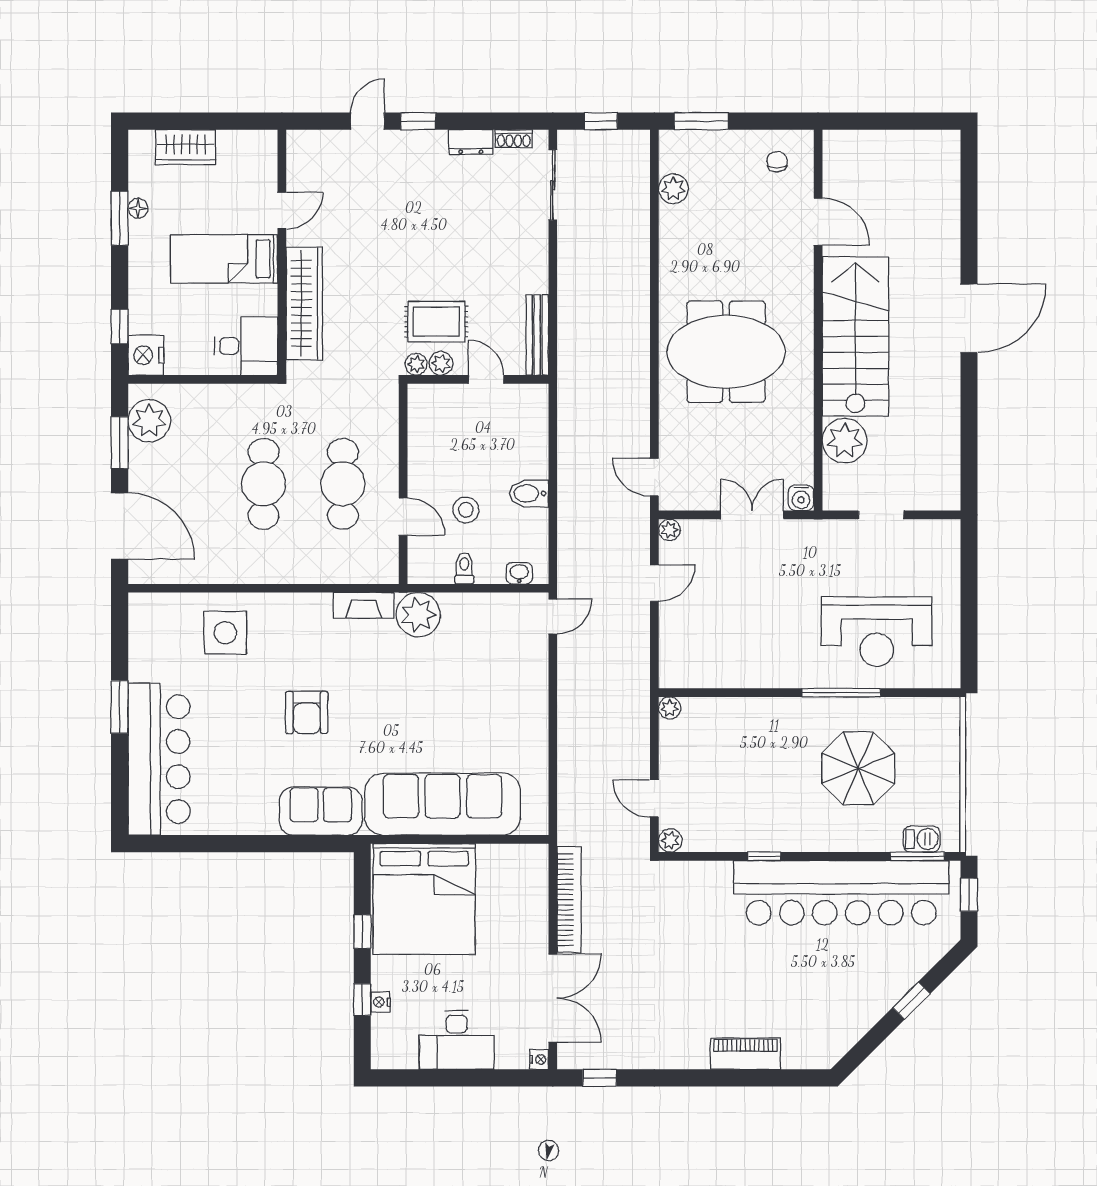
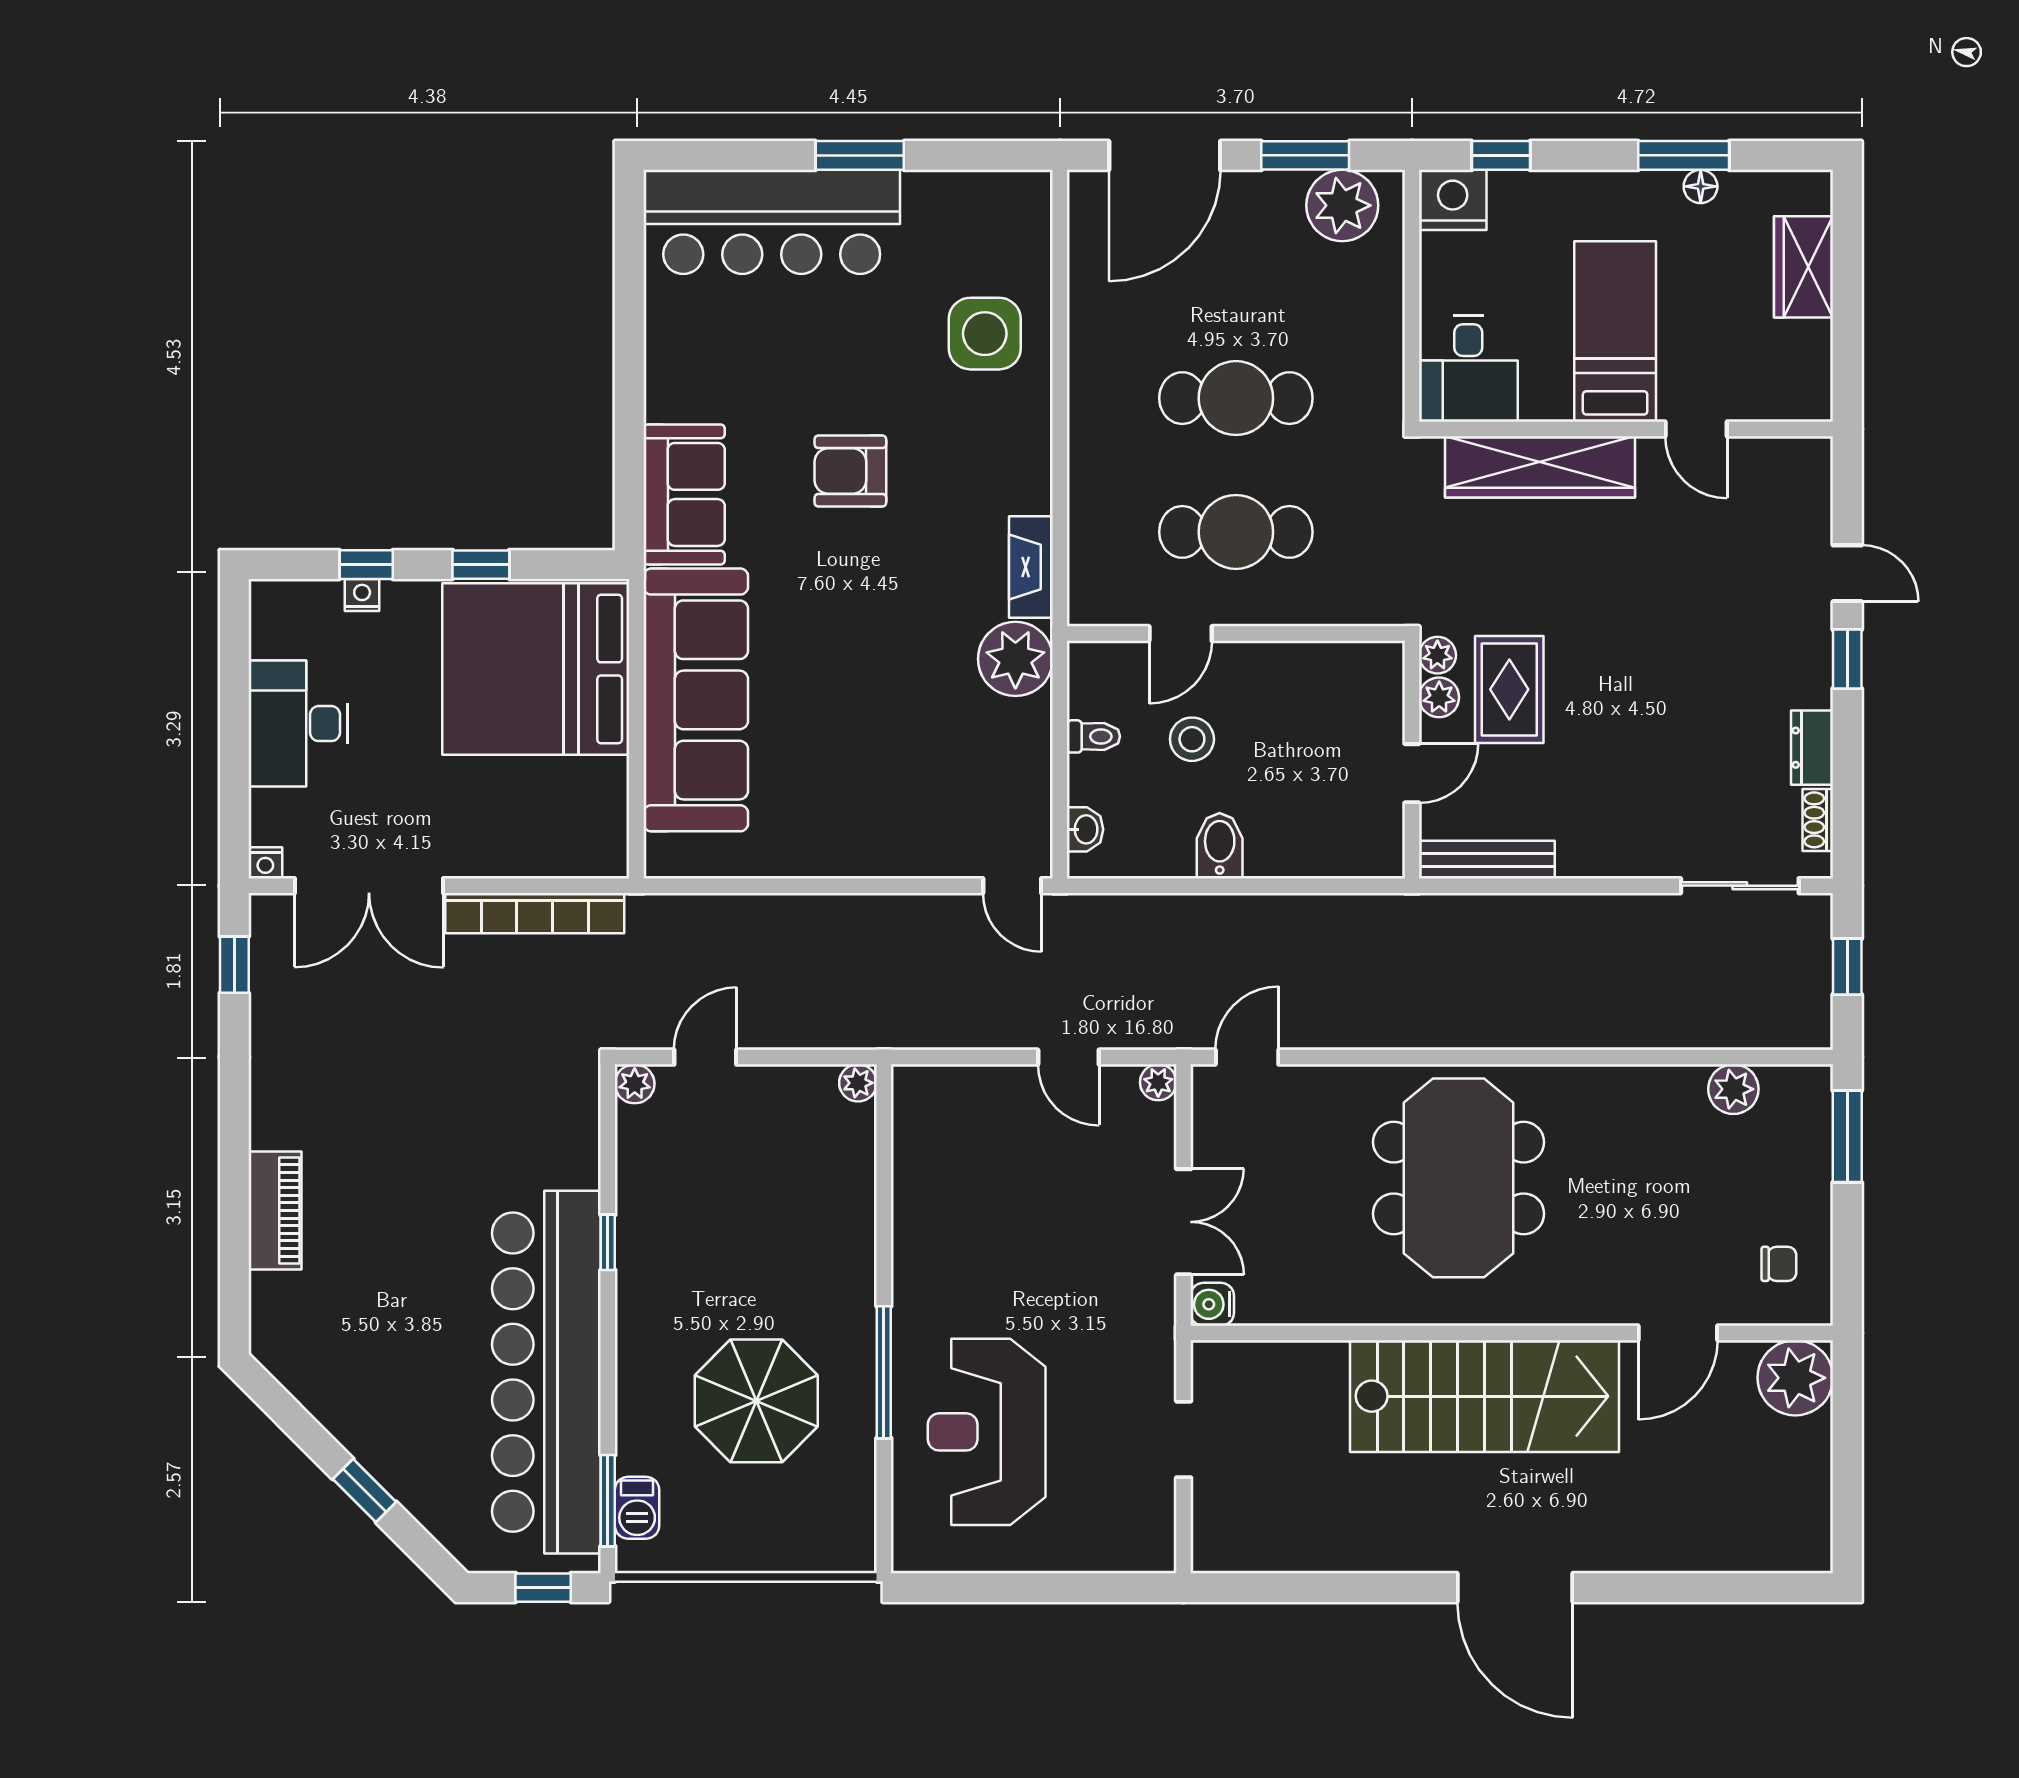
plant: (845, 441) -> (1795, 1378), moved

